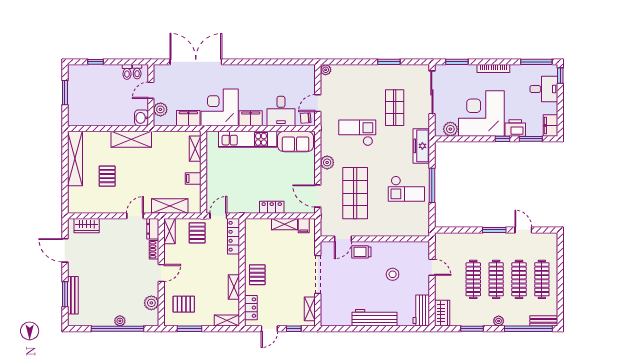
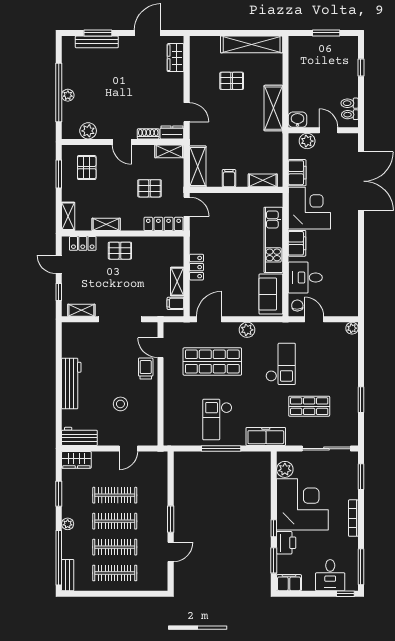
shelving: (170, 206) -> (198, 166), moved
pallet: (197, 233) -> (149, 188), moved

